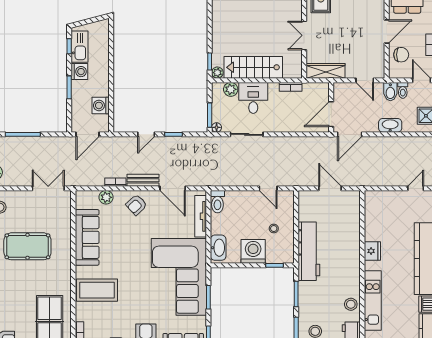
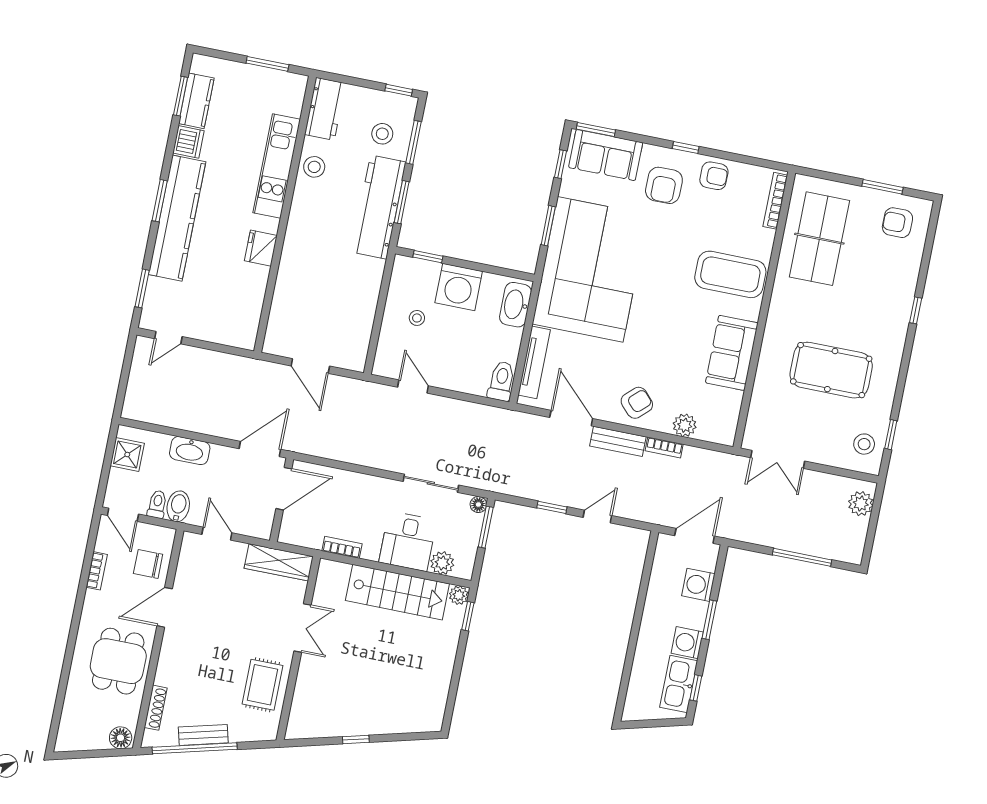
washing machine: (101, 105) -> (698, 585), moved, turned 180
sofa: (87, 237) -> (732, 353), width x0.73
workbench: (309, 251) -> (379, 207), moved

